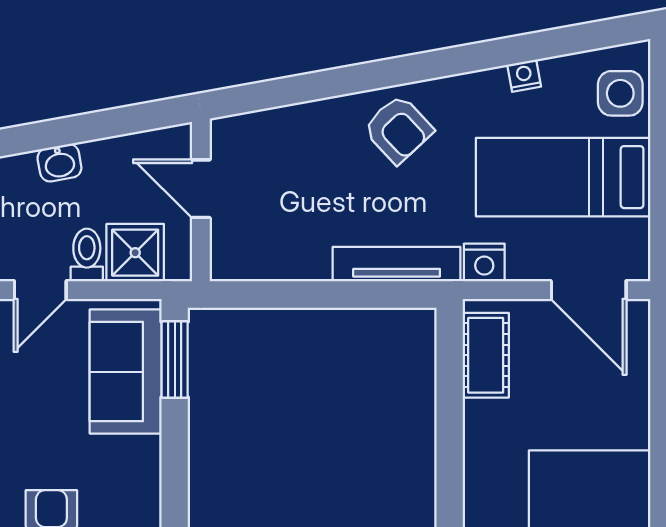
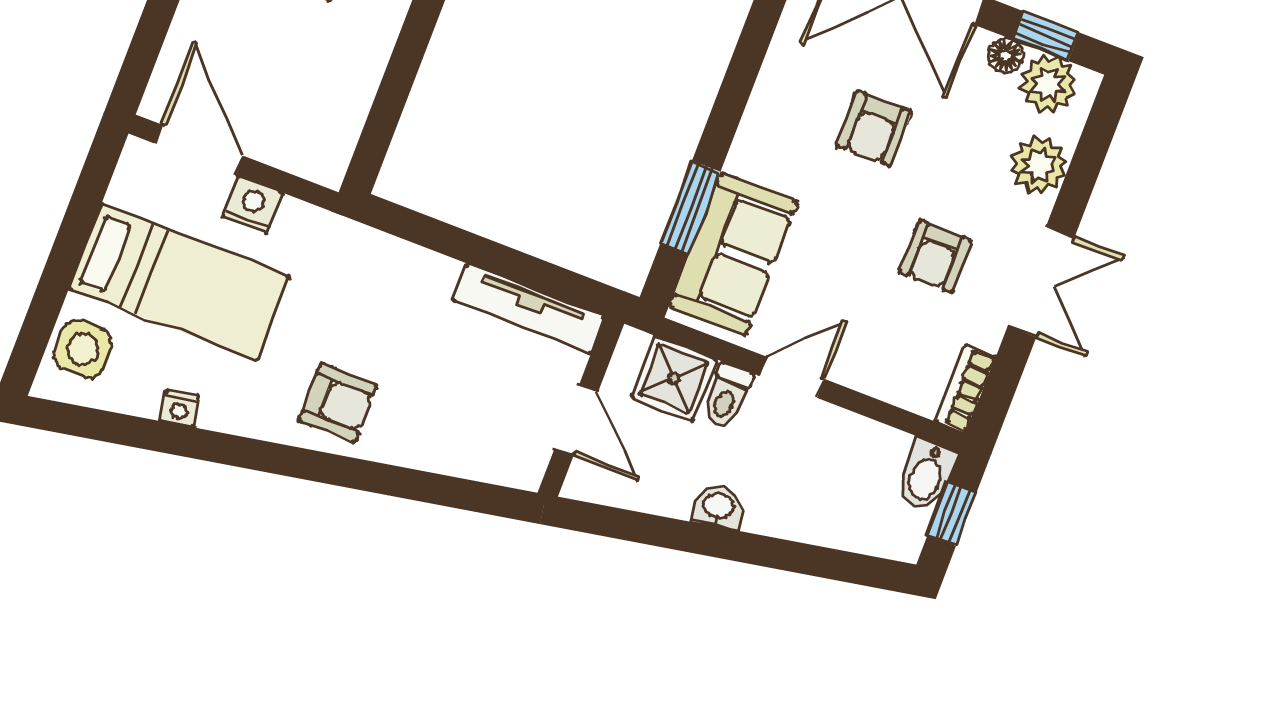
armchair: (398, 129) -> (338, 403), turned 133
nightstand: (484, 263) -> (252, 204), moved
tv unit: (397, 264) -> (529, 309), moved
cot: (486, 355) -> (337, 122), removed
window: (175, 359) -> (690, 207), moved

